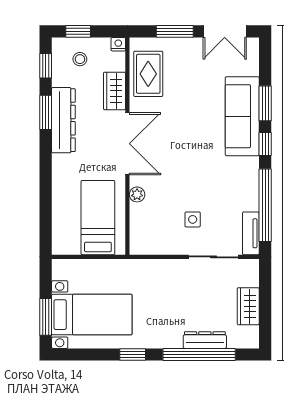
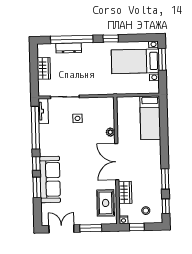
window: (78, 31) -> (137, 227), moved
dresser: (63, 120) -> (155, 175), removed
bed: (98, 218) -> (150, 118), moved

